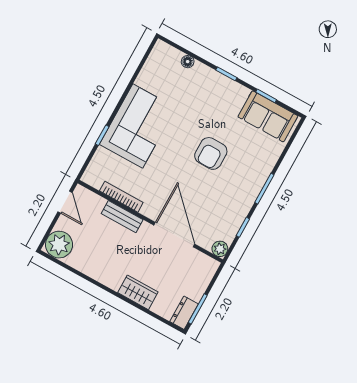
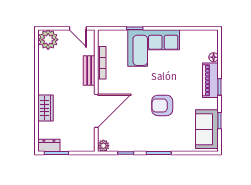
piano: (213, 80) -> (210, 80), added
door: (65, 202) -> (78, 28), hinge flipped

